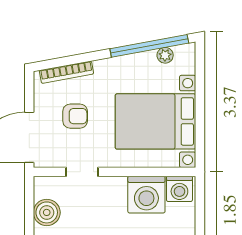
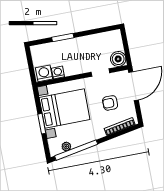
window: (200, 103) -> (42, 124), added
washing machine: (146, 195) -> (58, 72), width x0.53, depth x0.53
boiler: (47, 212) -> (118, 59), moved

